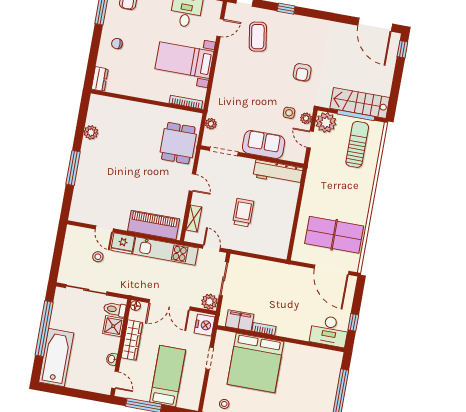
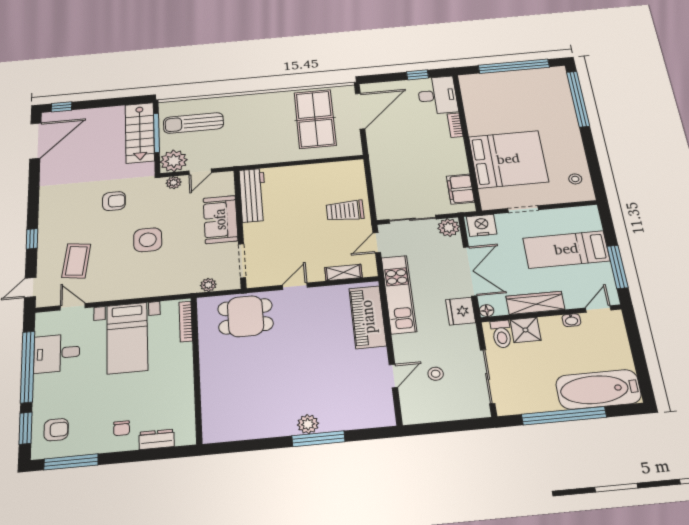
coffee table: (258, 37) -> (76, 261), turned -73
dresser: (100, 79) -> (157, 439), moved
side table: (289, 113) -> (148, 240), moved, width x1.87, depth x1.87
plant: (91, 132) -> (308, 424), moved
trolley: (243, 213) -> (345, 211), moved
fridge: (123, 243) -> (461, 311), moved, turned 180
bookcase: (264, 329) -> (455, 125), moved

